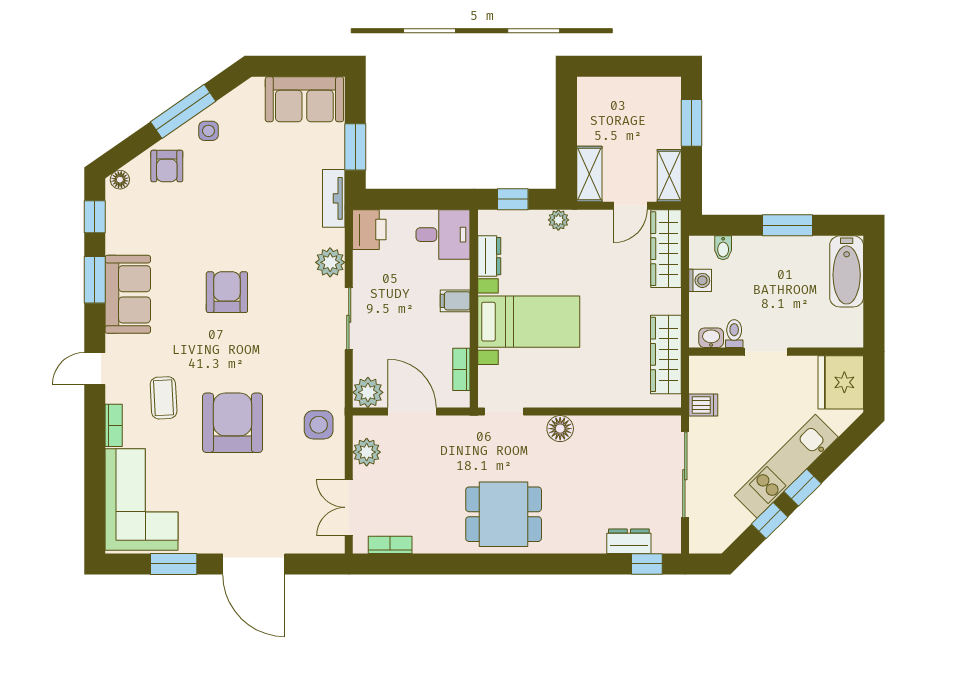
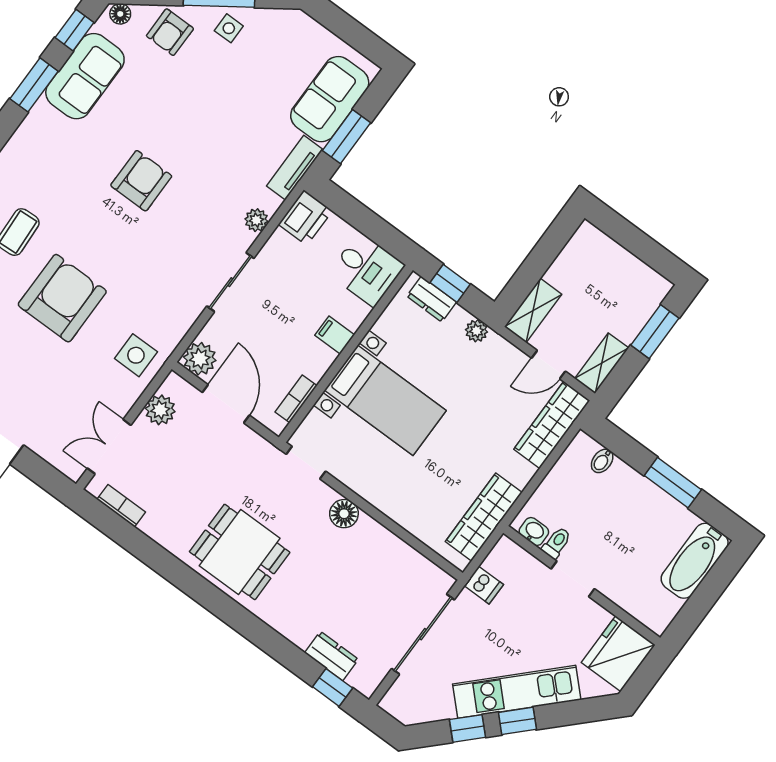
sofa: (304, 99) -> (330, 99), moved, turned 90
dresser: (489, 256) -> (432, 299), moved, turned 90
plant: (330, 262) -> (256, 220), width x0.73, depth x0.73
washing machine: (700, 280) -> (561, 474), removed
sofa: (128, 294) -> (85, 76), moved

